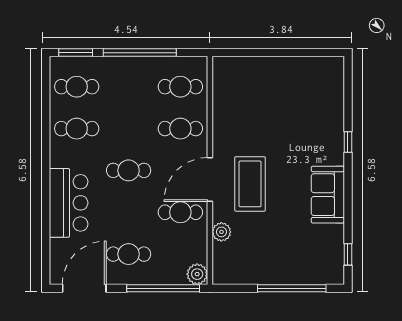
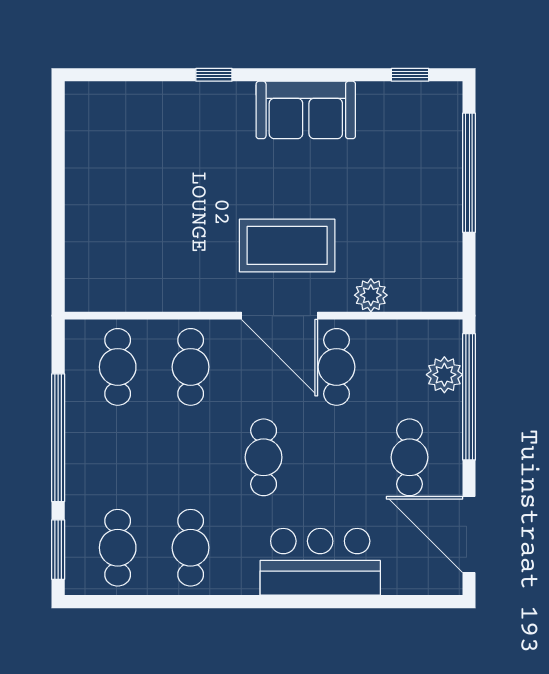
plant: (197, 274) -> (444, 375), moved

